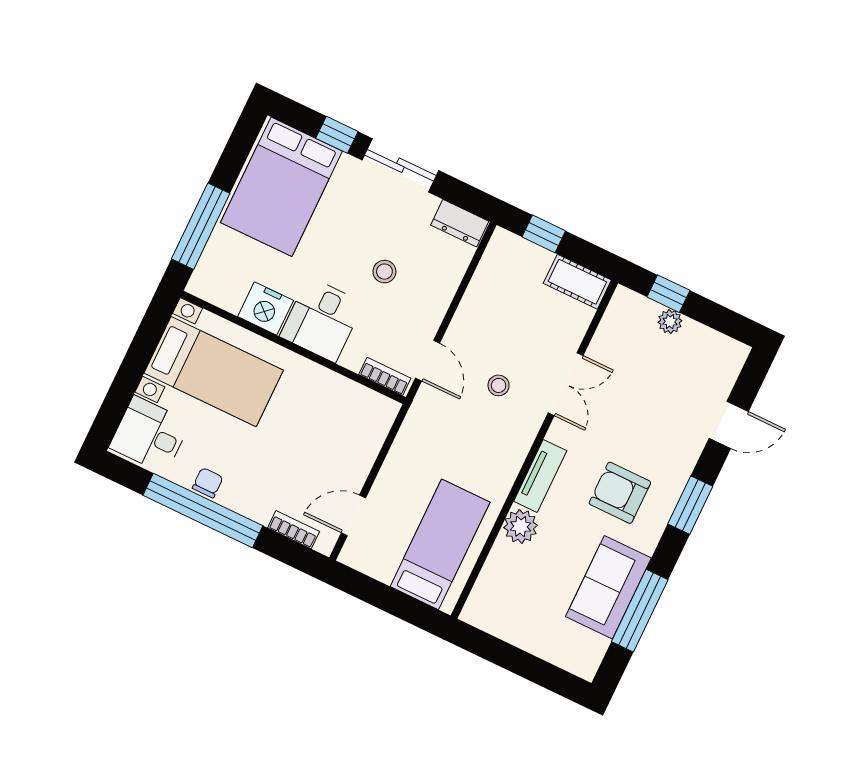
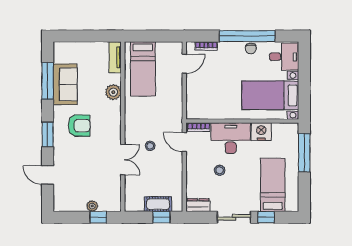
bed: (281, 187) -> (273, 185), width x0.67
cot: (577, 282) -> (158, 204), moved
desk: (322, 320) -> (231, 138), width x1.37
double door: (566, 384) -> (123, 160), swing flipped
door: (729, 425) -> (48, 175), hinge flipped
tv unit: (540, 476) -> (115, 57), moved

